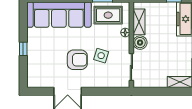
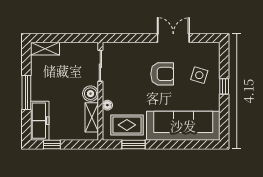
side table: (101, 56) -> (199, 75), moved
armchair: (77, 60) -> (162, 74), turned 180

